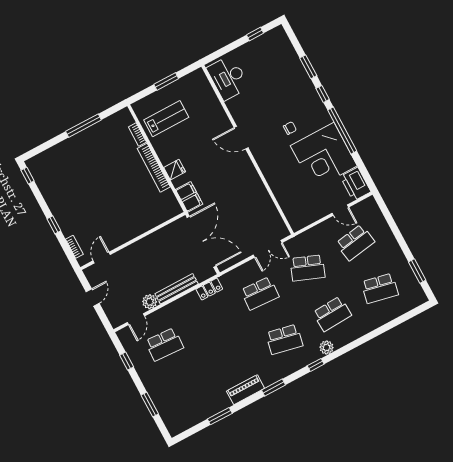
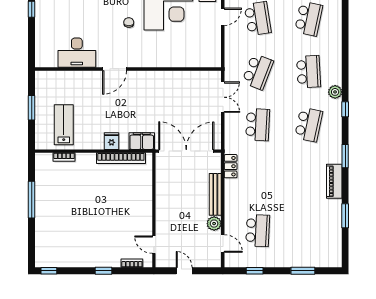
desk: (228, 78) -> (77, 53), moved
bookcase: (154, 168) -> (121, 158), moved

